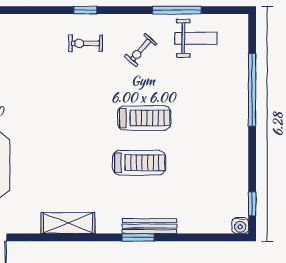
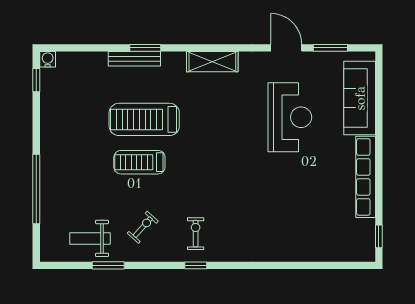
window: (177, 10) -> (108, 265), width x0.69
exercise bike: (85, 43) -> (196, 234), turned -90
treadmill: (139, 163) -> (144, 119), width x1.37, depth x1.38

